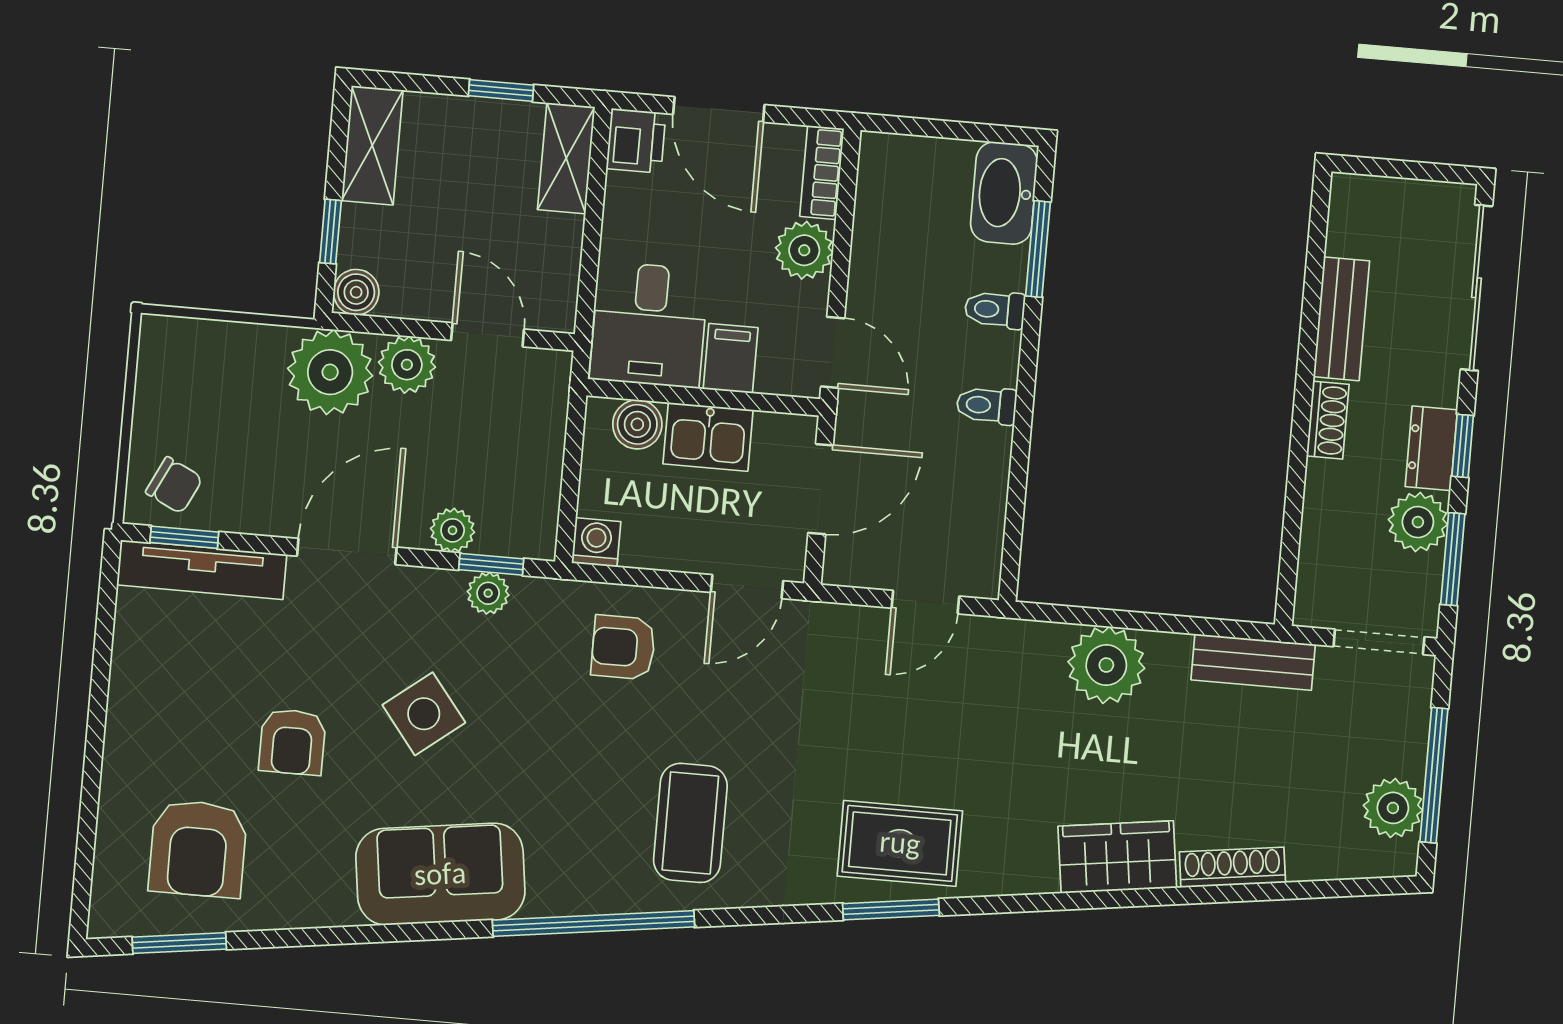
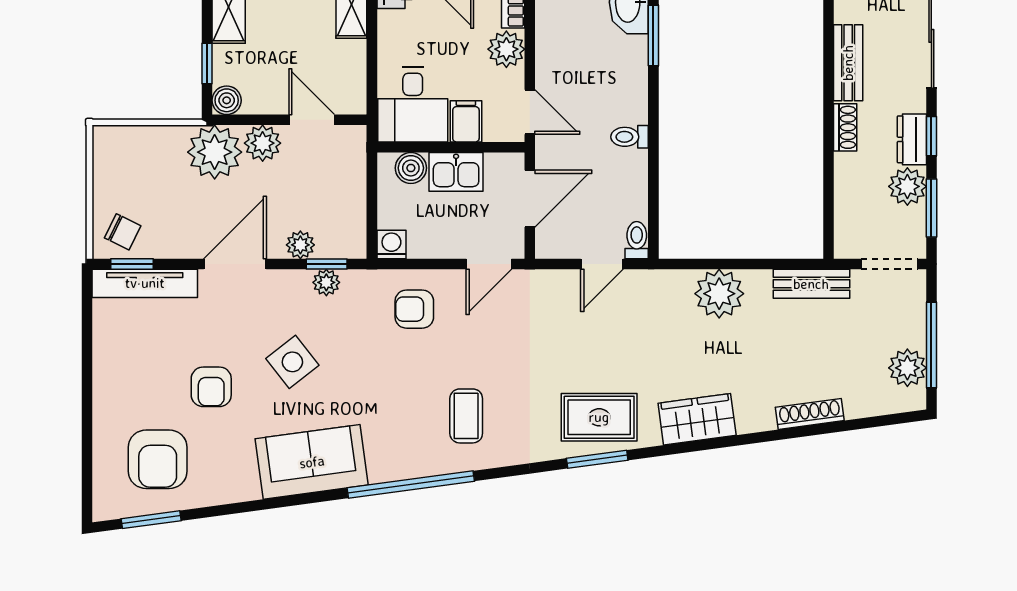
toilet: (995, 310) -> (637, 240), moved, turned 90
coffee table: (690, 823) -> (466, 416), width x0.73, depth x0.77
wardrobe: (1117, 857) -> (697, 419), moved

